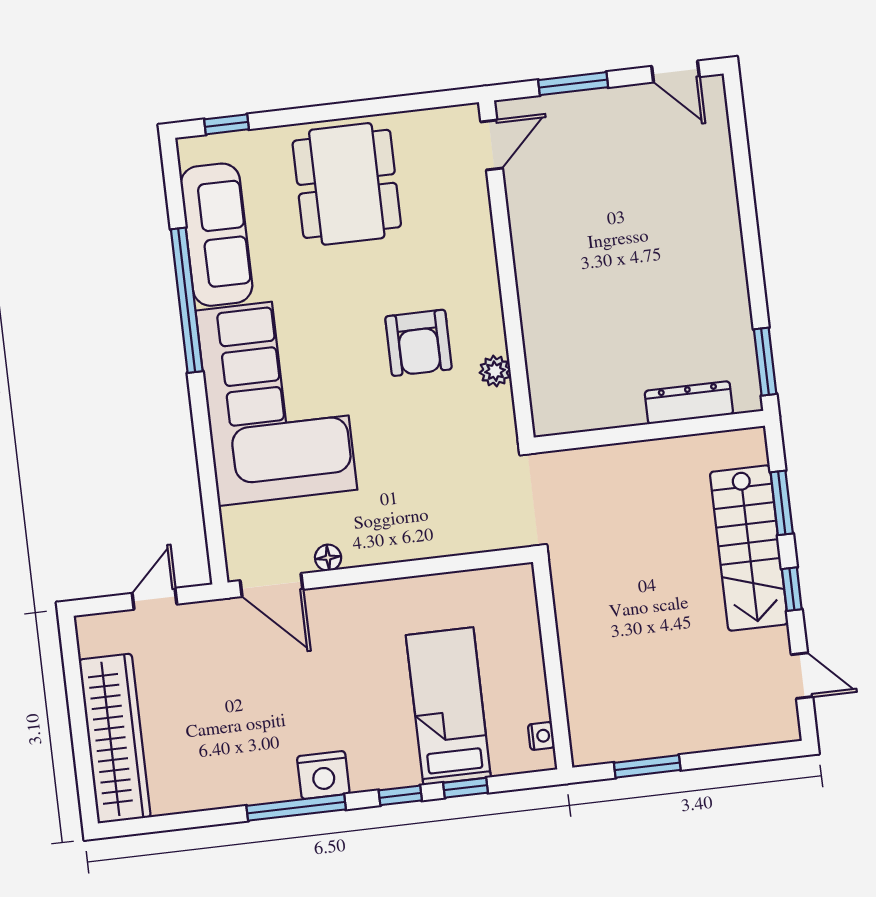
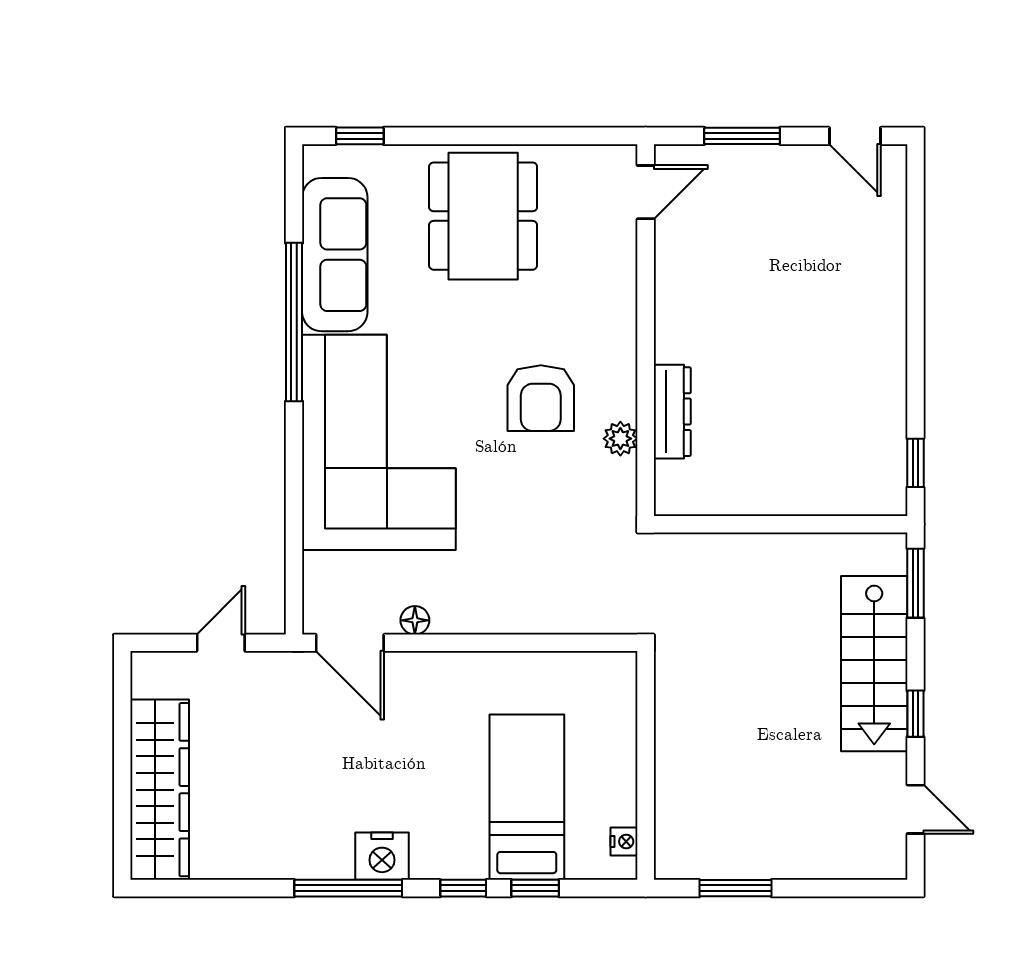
window: (765, 362) -> (915, 463), width x0.67
dresser: (689, 403) -> (672, 412), moved, turned 90
window: (782, 503) -> (915, 583), moved

